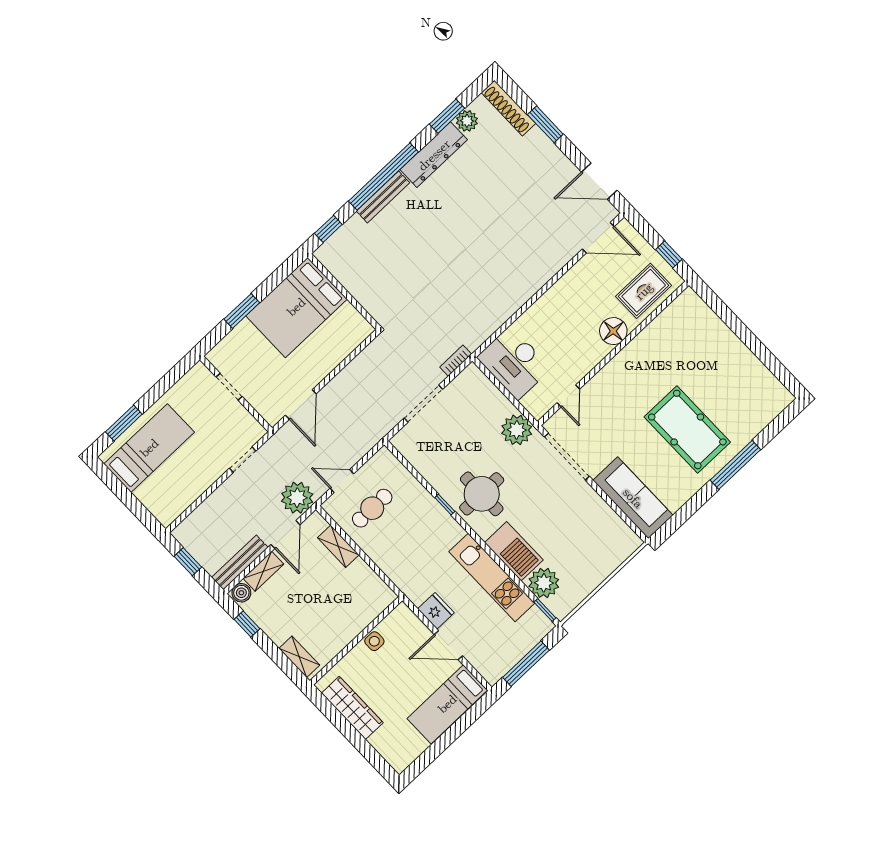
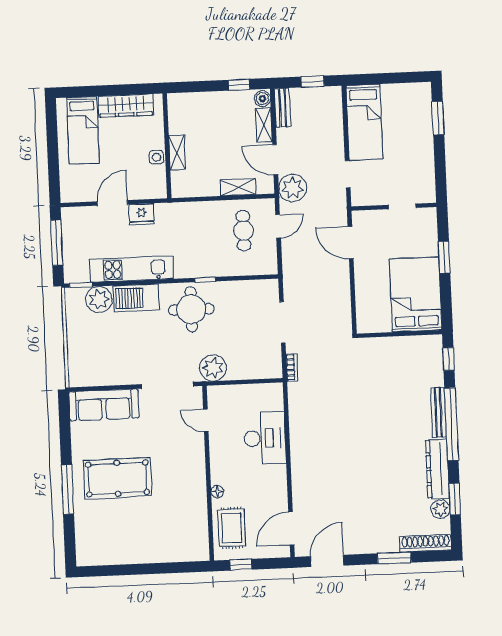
floor lamp: (613, 331) -> (217, 491), width x0.53, depth x0.53
desk: (514, 363) -> (265, 438), moved, turned 90
bed: (149, 448) -> (364, 122), moved
bench: (240, 562) -> (283, 108), width x0.73
shelving: (299, 657) -> (177, 152), moved, turned 90
bed: (447, 704) -> (83, 130), moved, turned 180

